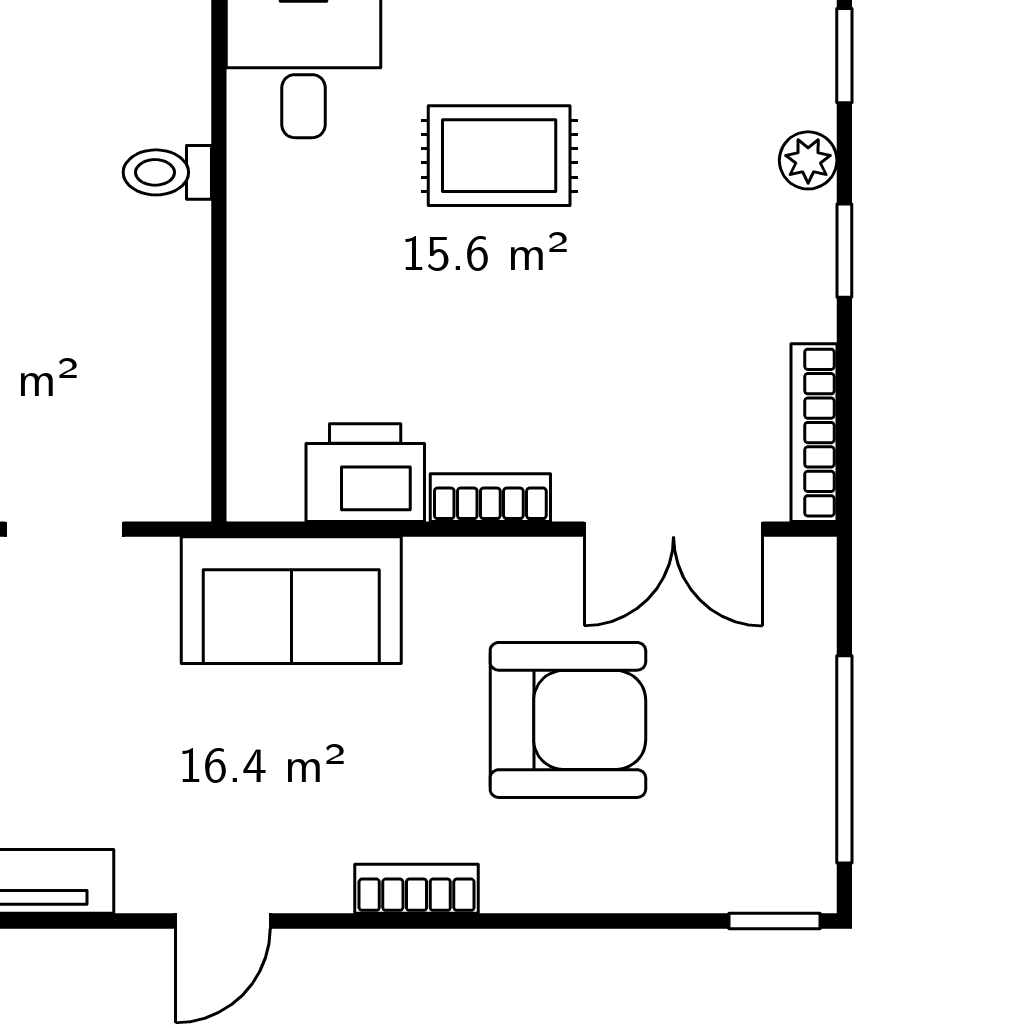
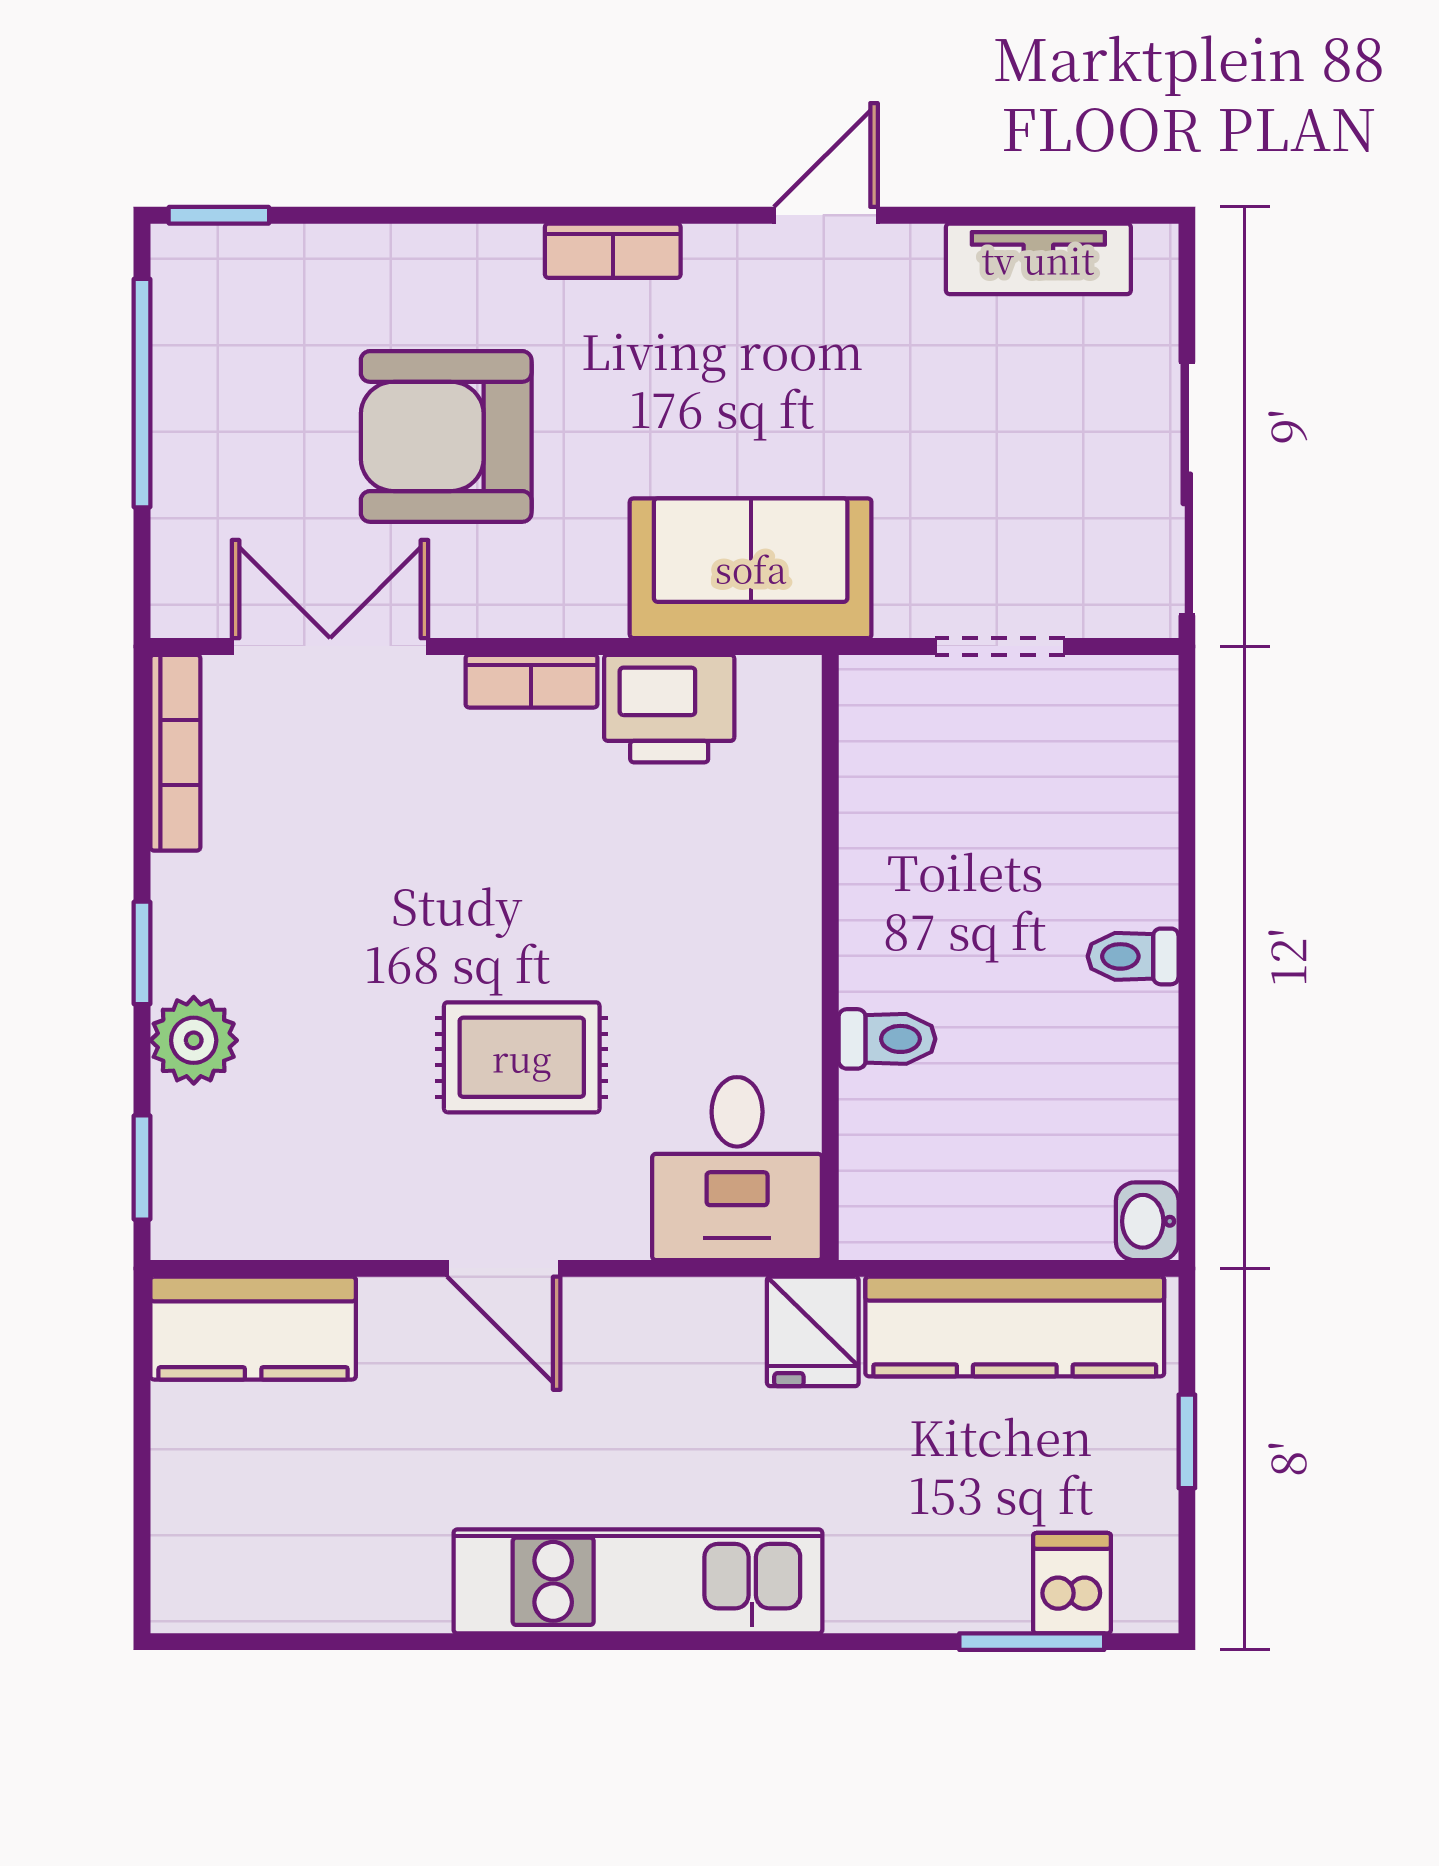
plant: (808, 160) -> (194, 1040), width x1.38, depth x1.38

